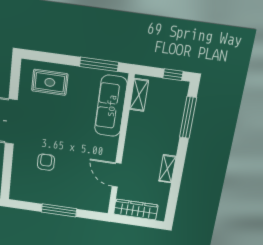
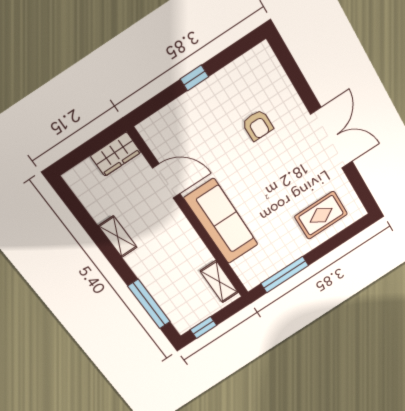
sofa: (111, 106) -> (221, 221), moved
window: (59, 210) -> (194, 78), width x0.46
wardrobe: (136, 210) -> (116, 154), width x0.67

